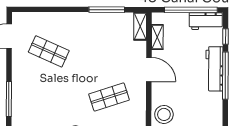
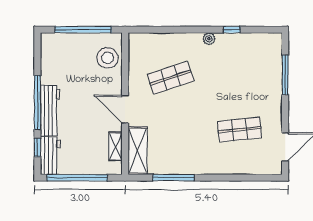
workbench: (206, 21) -> (50, 156), moved, turned 90
shelving: (140, 26) -> (138, 151), width x1.50, depth x1.33
shop shelf: (49, 51) -> (240, 130), turned -30

